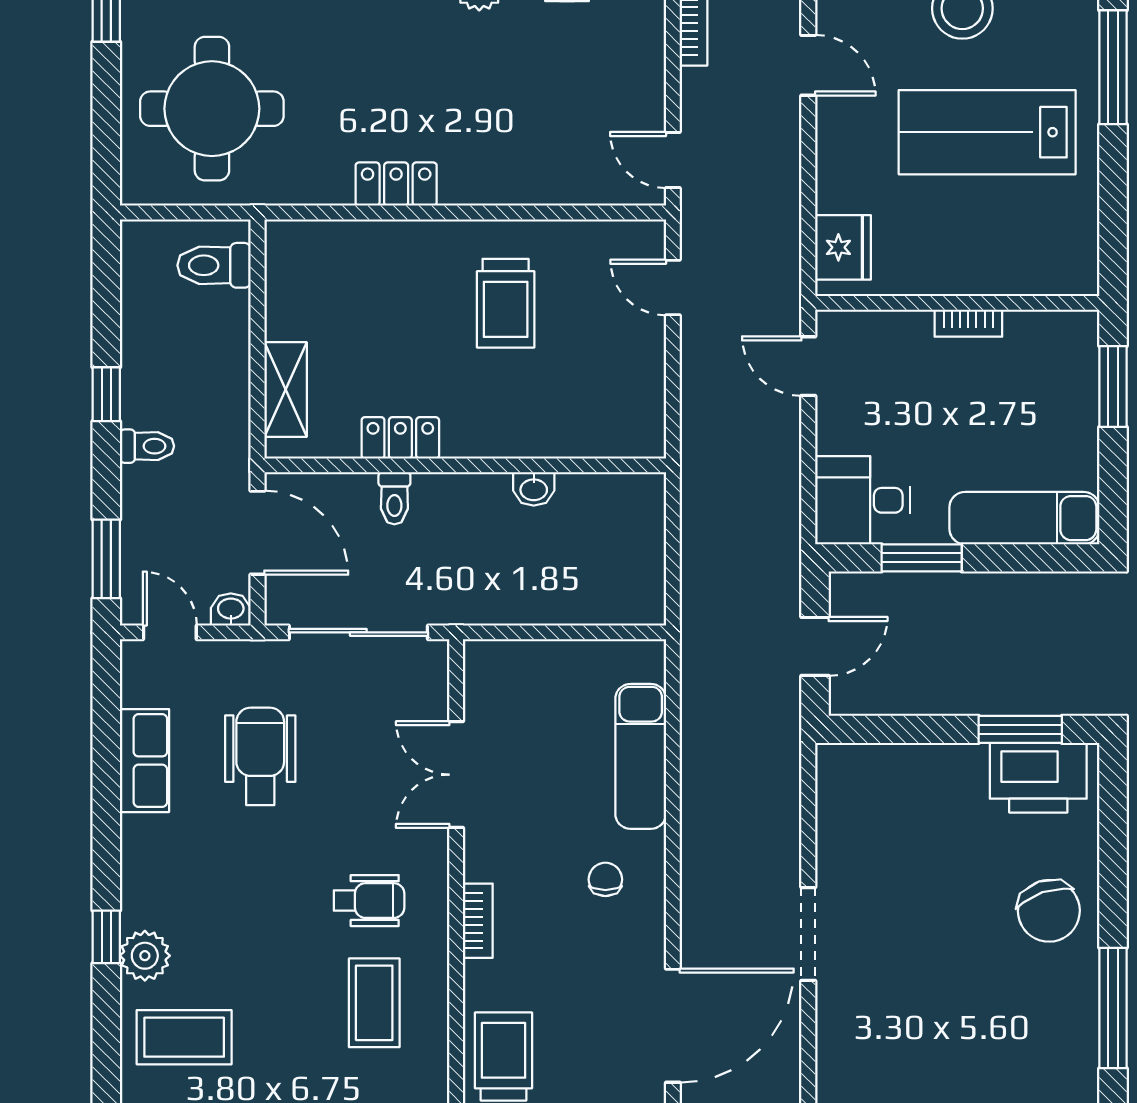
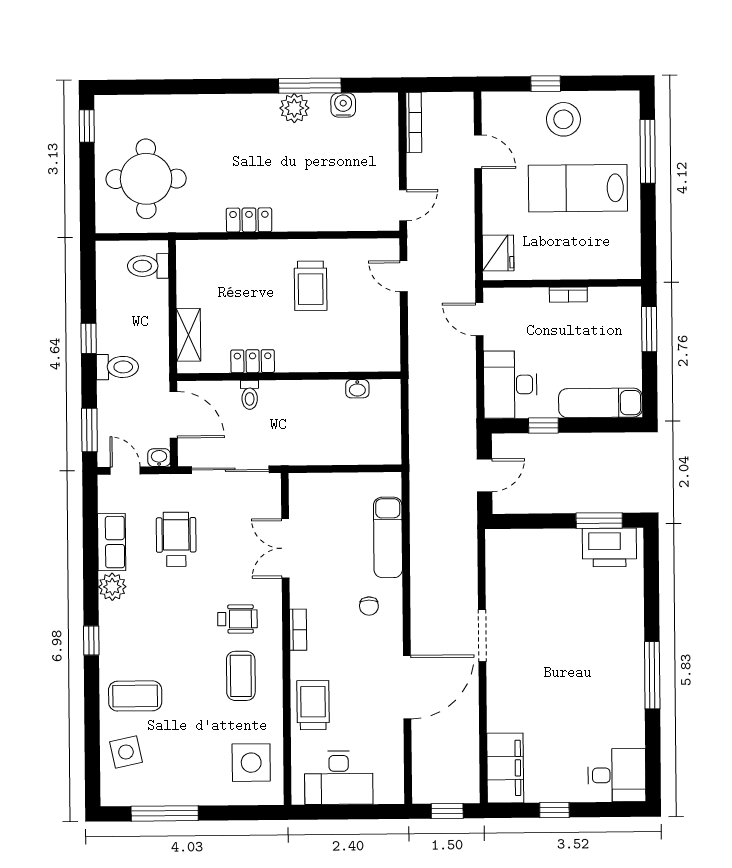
door: (673, 160) -> (403, 205), swing flipped
toilet: (147, 446) -> (117, 367), width x1.37, depth x1.39
washbasin: (534, 489) -> (357, 389), moved
desk: (863, 500) -> (510, 385), width x1.37
window: (922, 558) -> (543, 426), width x0.67
chair: (605, 879) -> (369, 606), turned 180
chair: (1049, 911) -> (616, 621), removed
plant: (145, 956) -> (112, 587), moved

